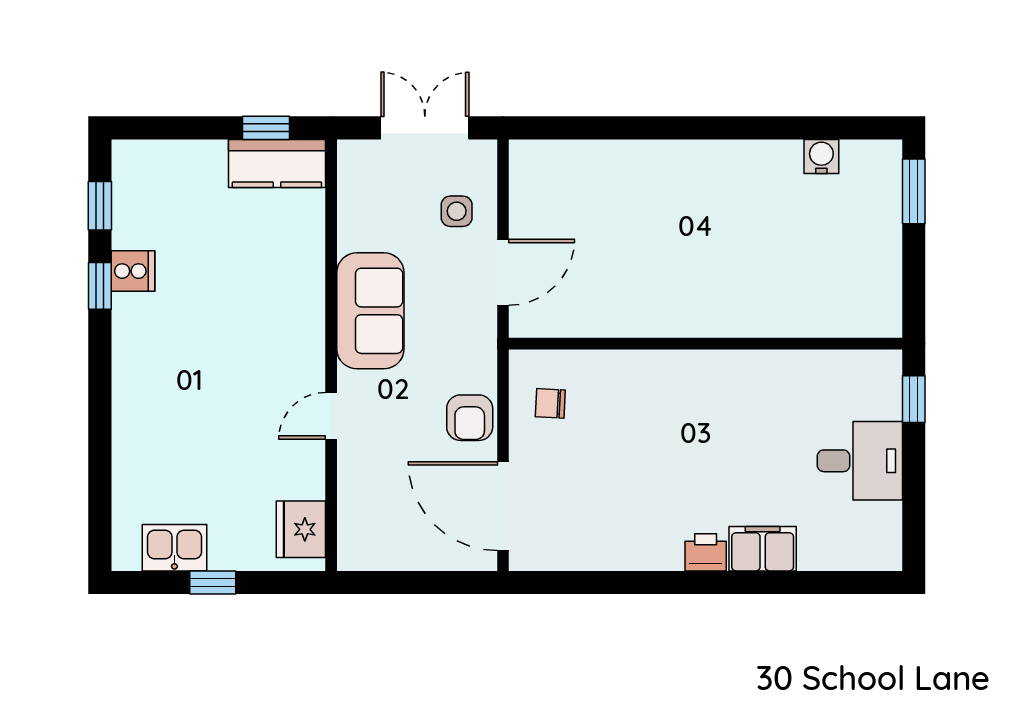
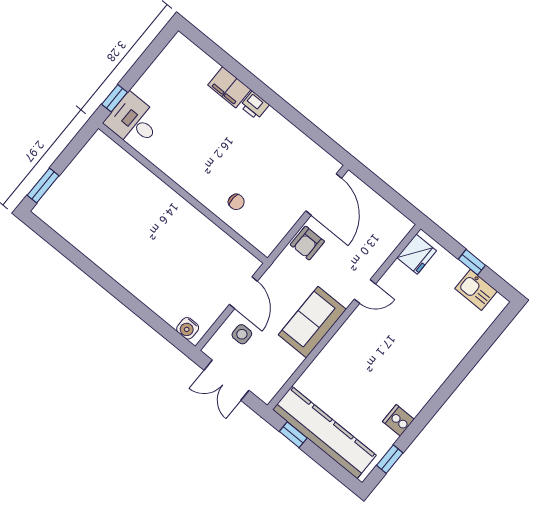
water cooler: (821, 156) -> (188, 328), moved
kitchen counter: (277, 163) -> (324, 432), width x2.08, depth x1.17
door: (503, 272) -> (243, 293), swing flipped
window: (100, 286) -> (417, 426), removed
chair: (550, 403) -> (236, 202), moved
armchair: (470, 418) -> (307, 243), turned 180
desk: (860, 461) -> (134, 121), moved

